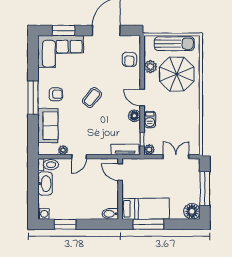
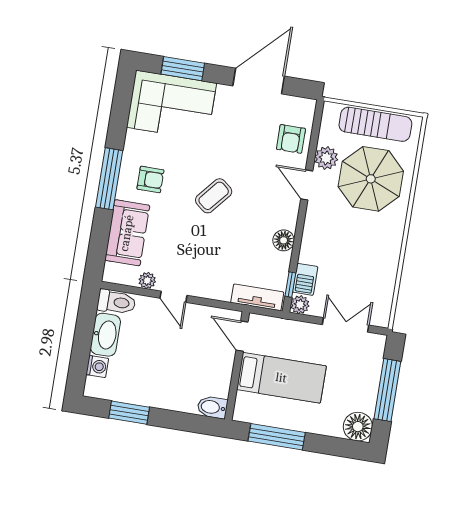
door: (142, 98) -> (307, 185), moved
barbecue: (150, 119) -> (305, 279), moved
door: (79, 157) -> (173, 297), hinge flipped
bed: (146, 209) -> (281, 378), moved
washing machine: (43, 214) -> (97, 366), moved

